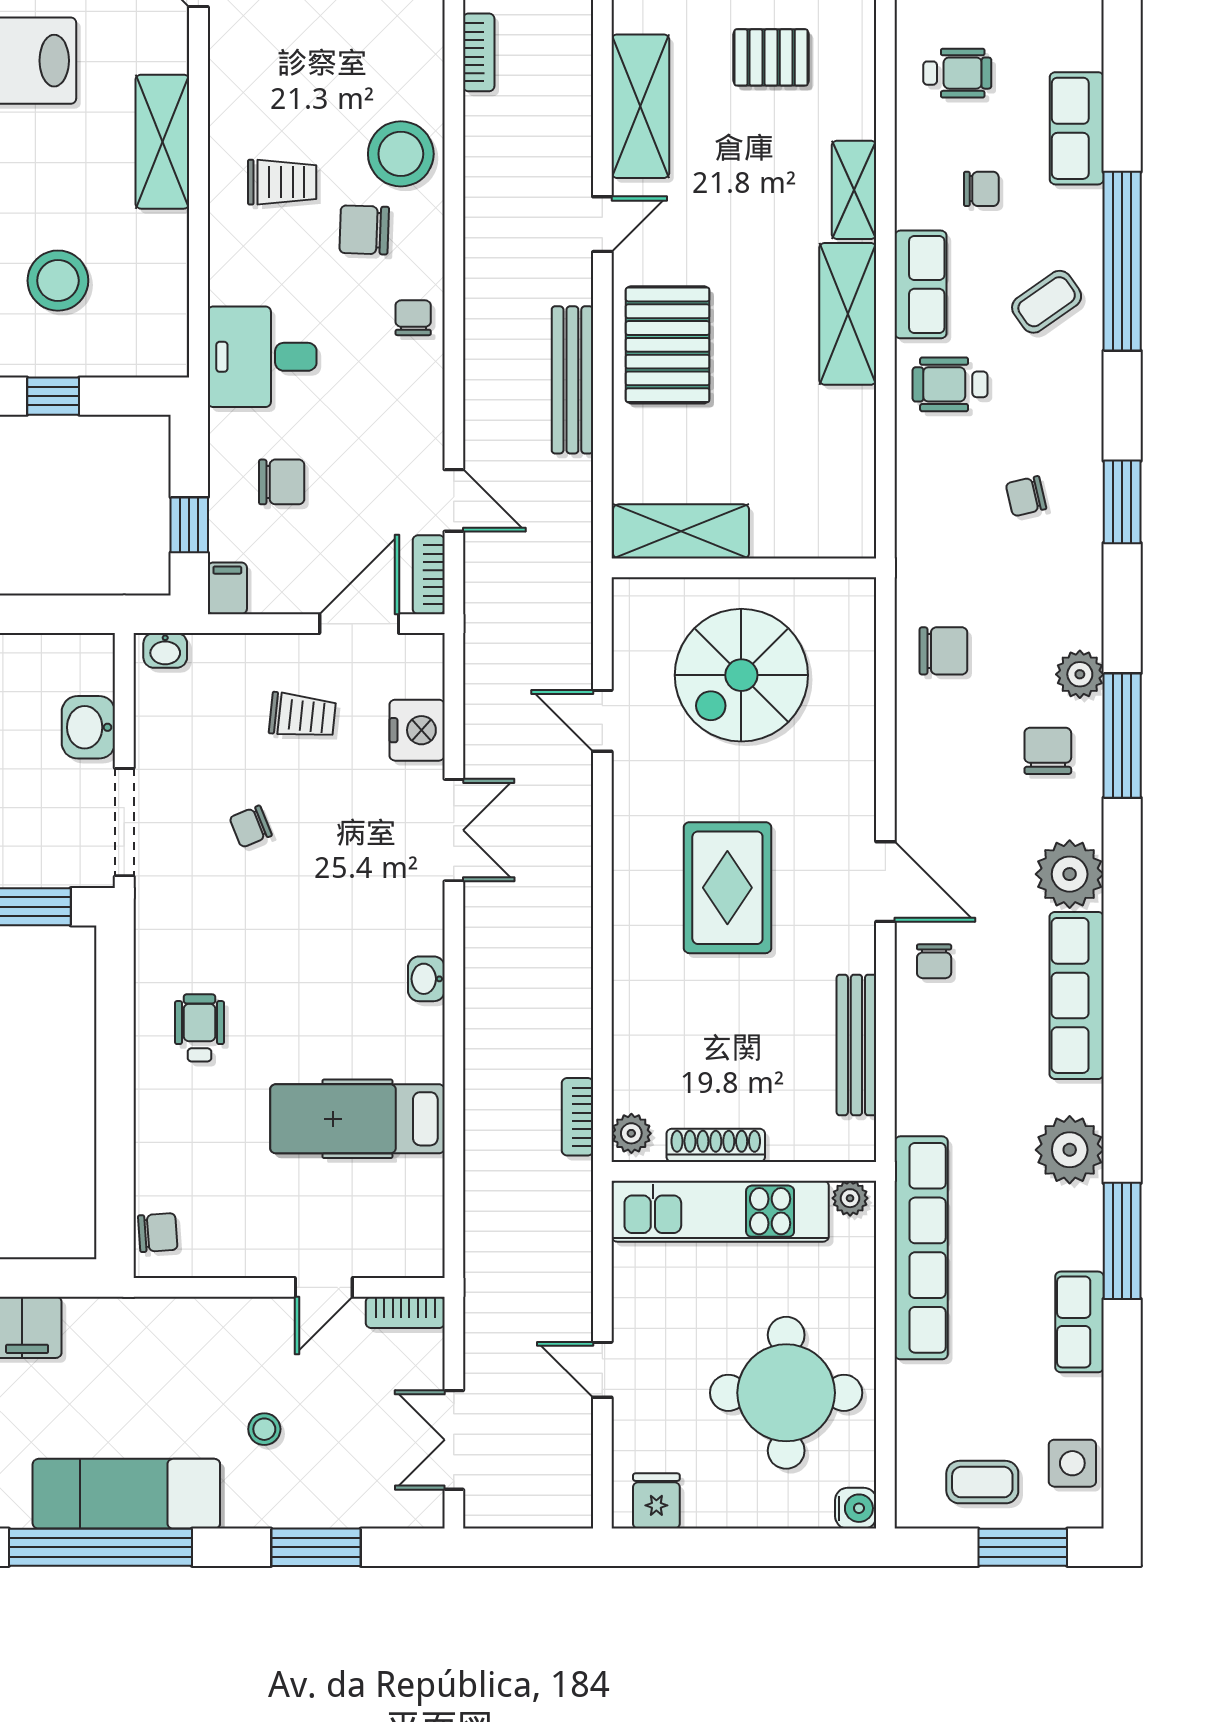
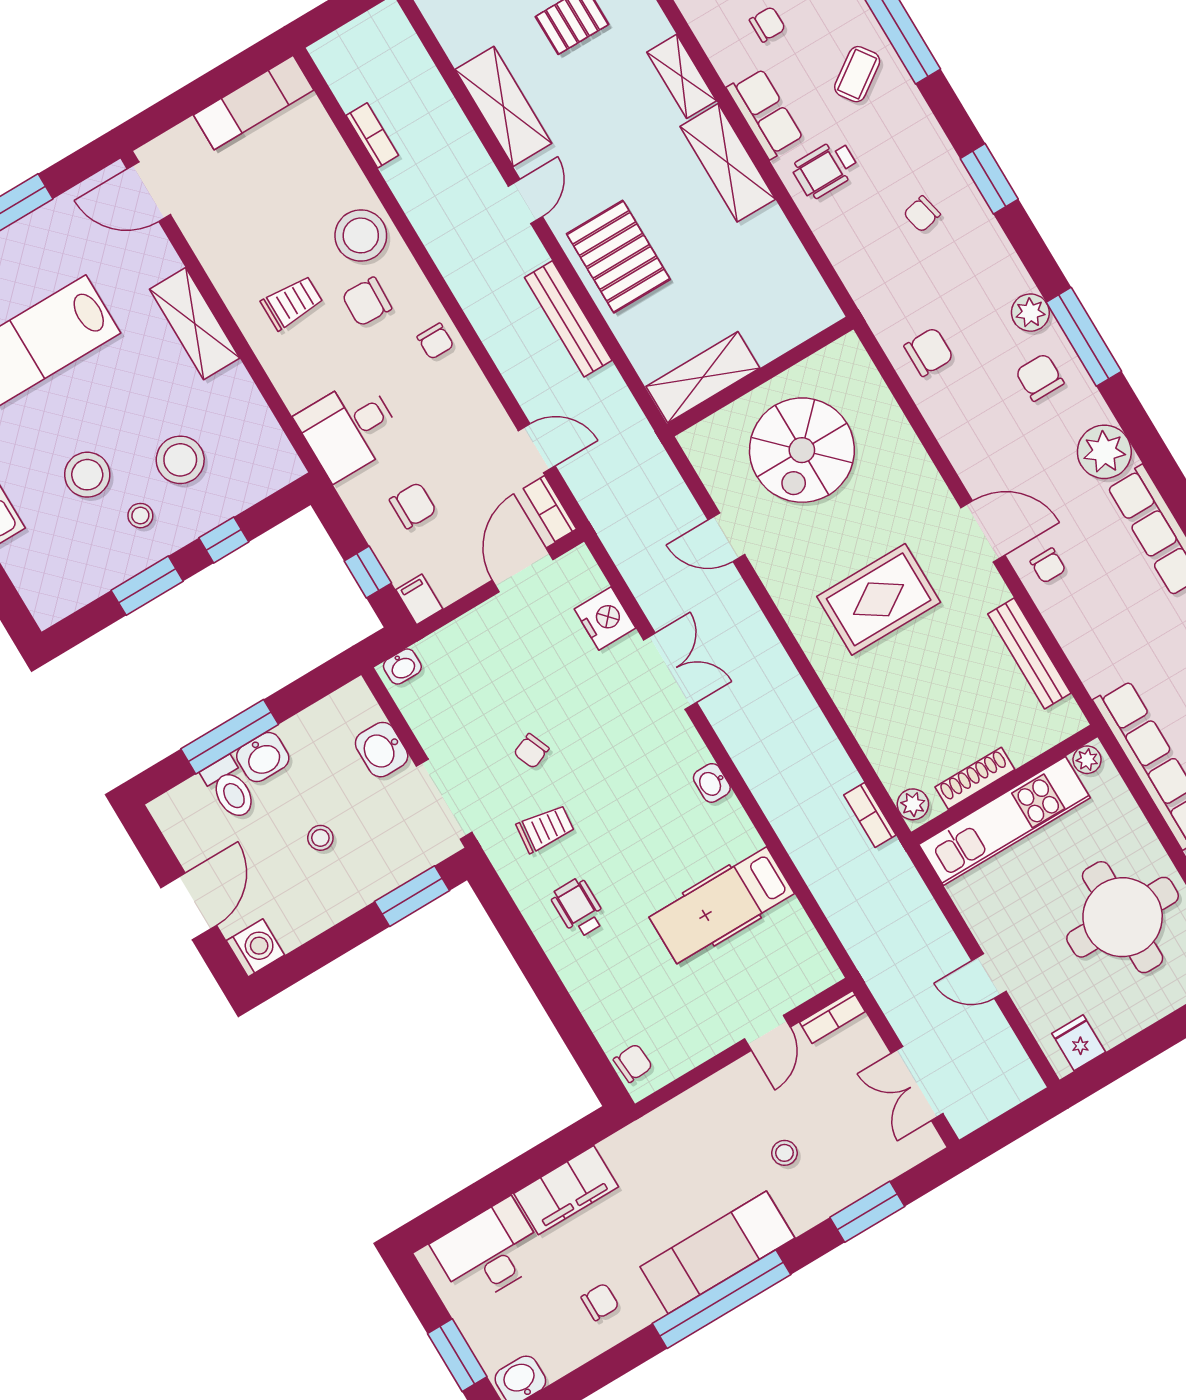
chair: (413, 318) -> (435, 341), turned 180
trolley: (302, 716) -> (545, 829), moved
rug: (727, 888) -> (879, 599), turned 90

